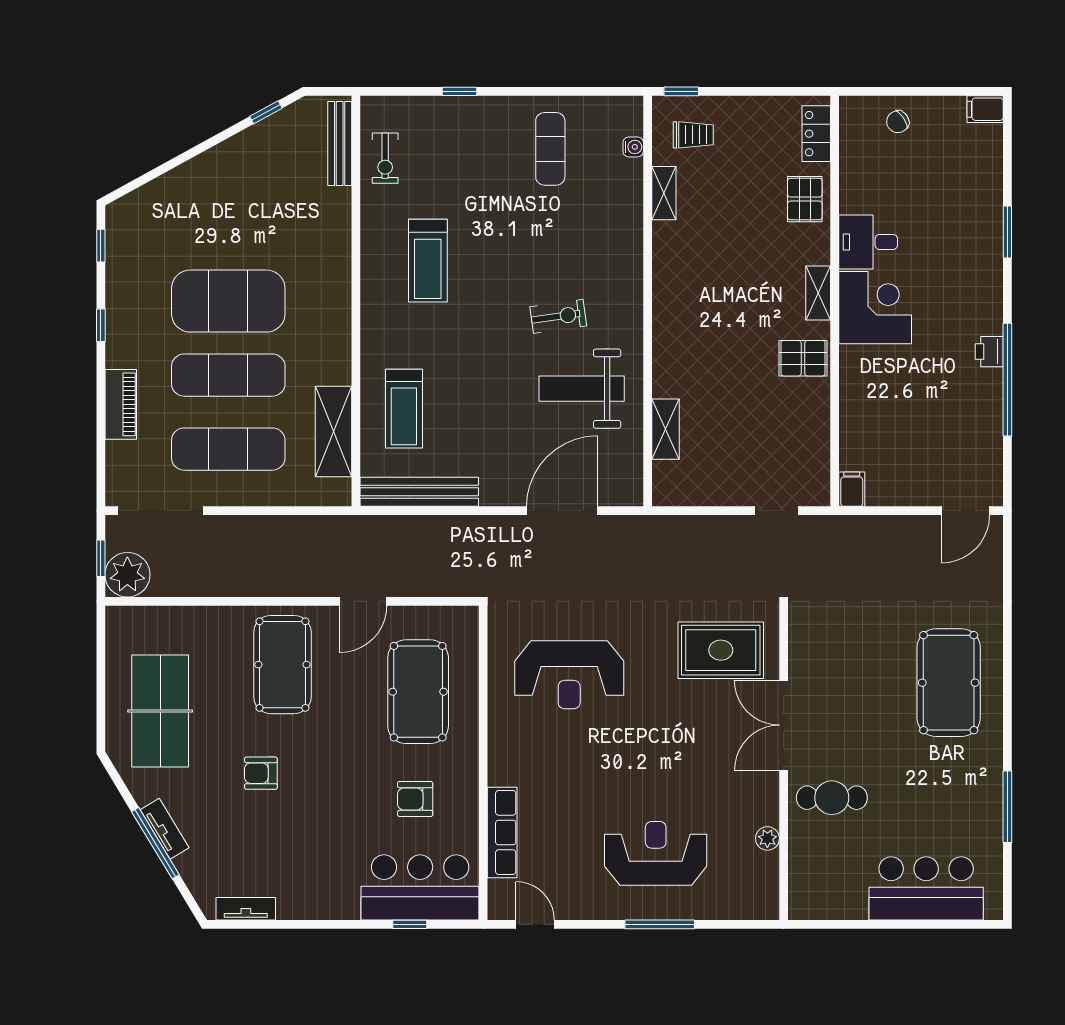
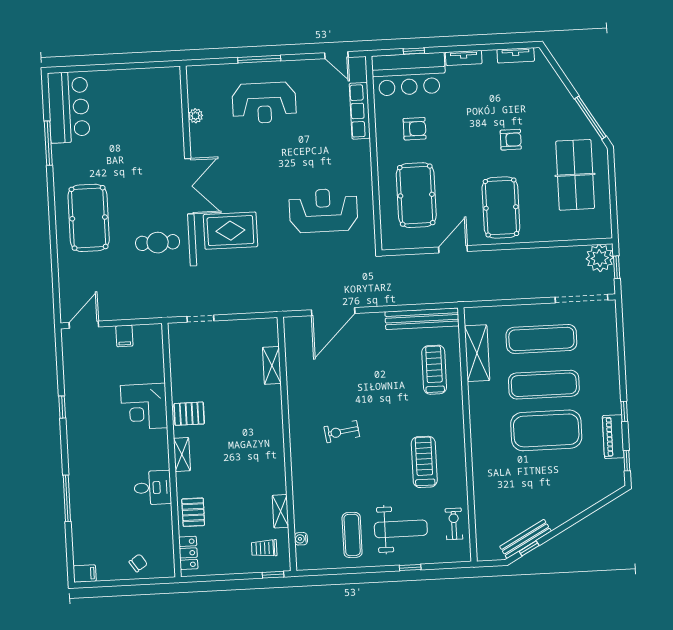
bench: (340, 143) -> (526, 539), moved, turned 61
window: (1007, 232) -> (67, 498), width x1.44
corner desk: (875, 308) -> (144, 407), moved
printer: (989, 352) -> (74, 424), removed
window: (1007, 380) -> (62, 407), width x0.32
weight bench: (582, 389) -> (401, 529), moved
piano: (121, 404) -> (613, 437), moved
filing cabinet: (852, 489) -> (124, 336), moved
cafe table: (832, 798) -> (158, 243), moved
tv unit: (165, 829) -> (464, 58), moved, turned -59
window: (155, 843) -> (590, 118), moved
bar counter: (926, 888) -> (69, 107), moved, turned -90

